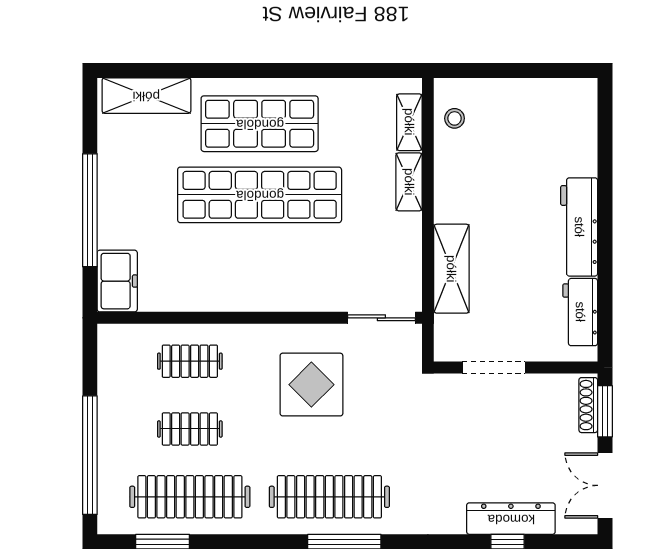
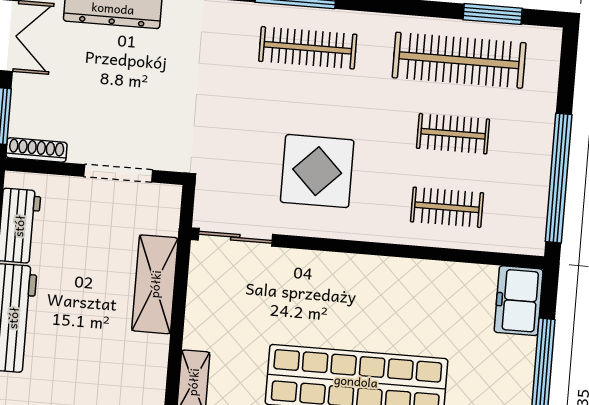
shoe rack: (588, 405) -> (36, 150), moved, turned -90
window: (90, 455) -> (559, 178), moved
clothes rail: (329, 497) -> (308, 48), width x0.73, depth x0.76

